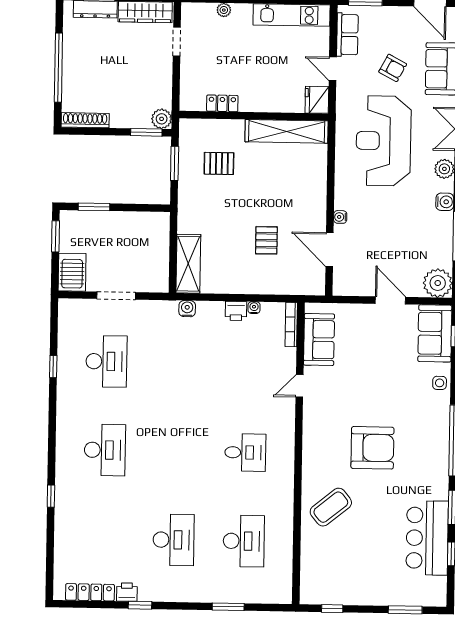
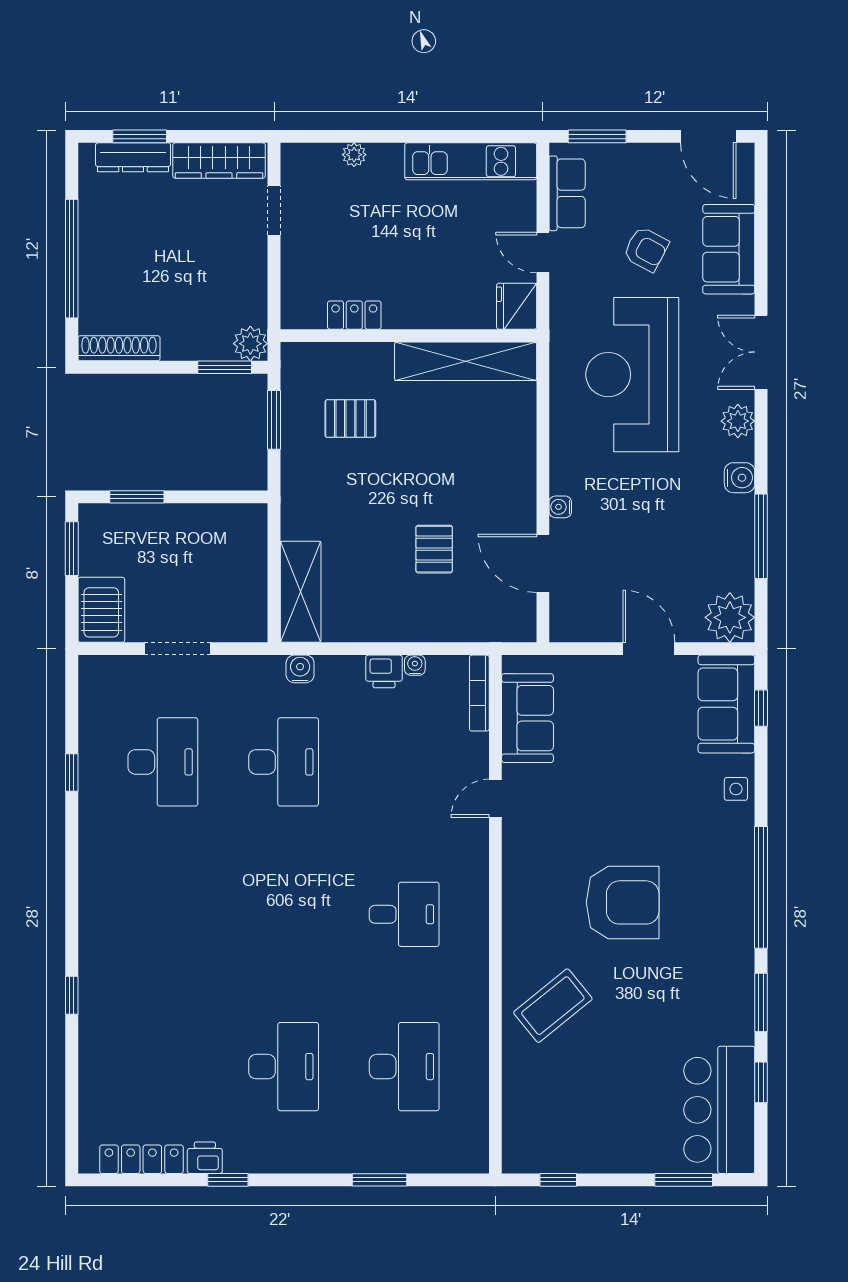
desk: (105, 450) -> (284, 762), moved
bar counter: (427, 538) -> (719, 1110), moved

